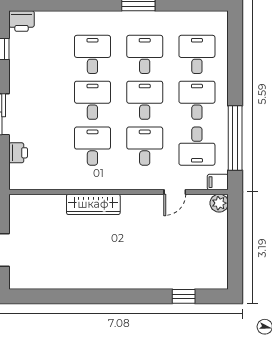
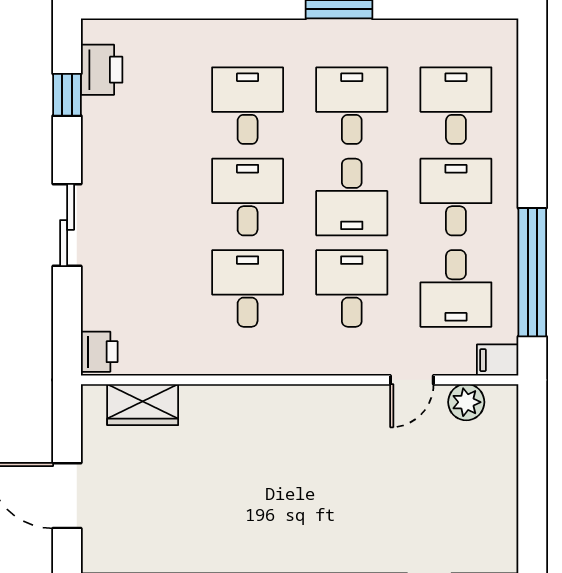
printer: (22, 21) -> (102, 70), moved, turned -90
desk: (145, 100) -> (352, 197), turned 180
printer: (18, 153) -> (99, 352), moved
plant: (219, 203) -> (466, 402), moved
wardrobe: (93, 204) -> (143, 405), moved, width x0.67

